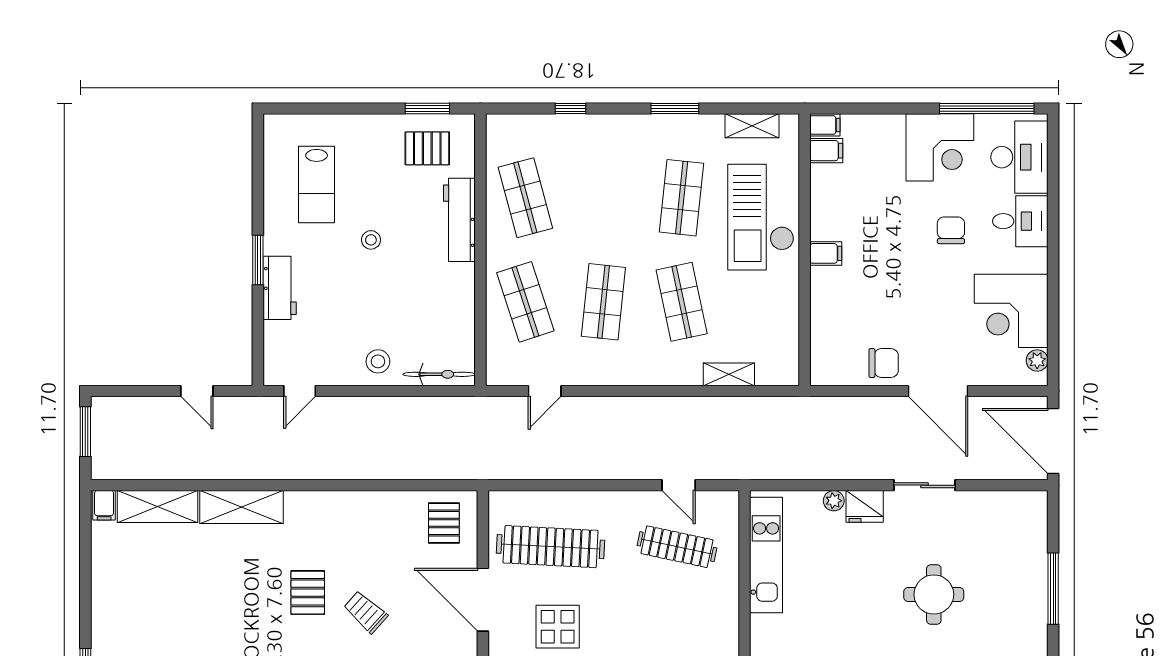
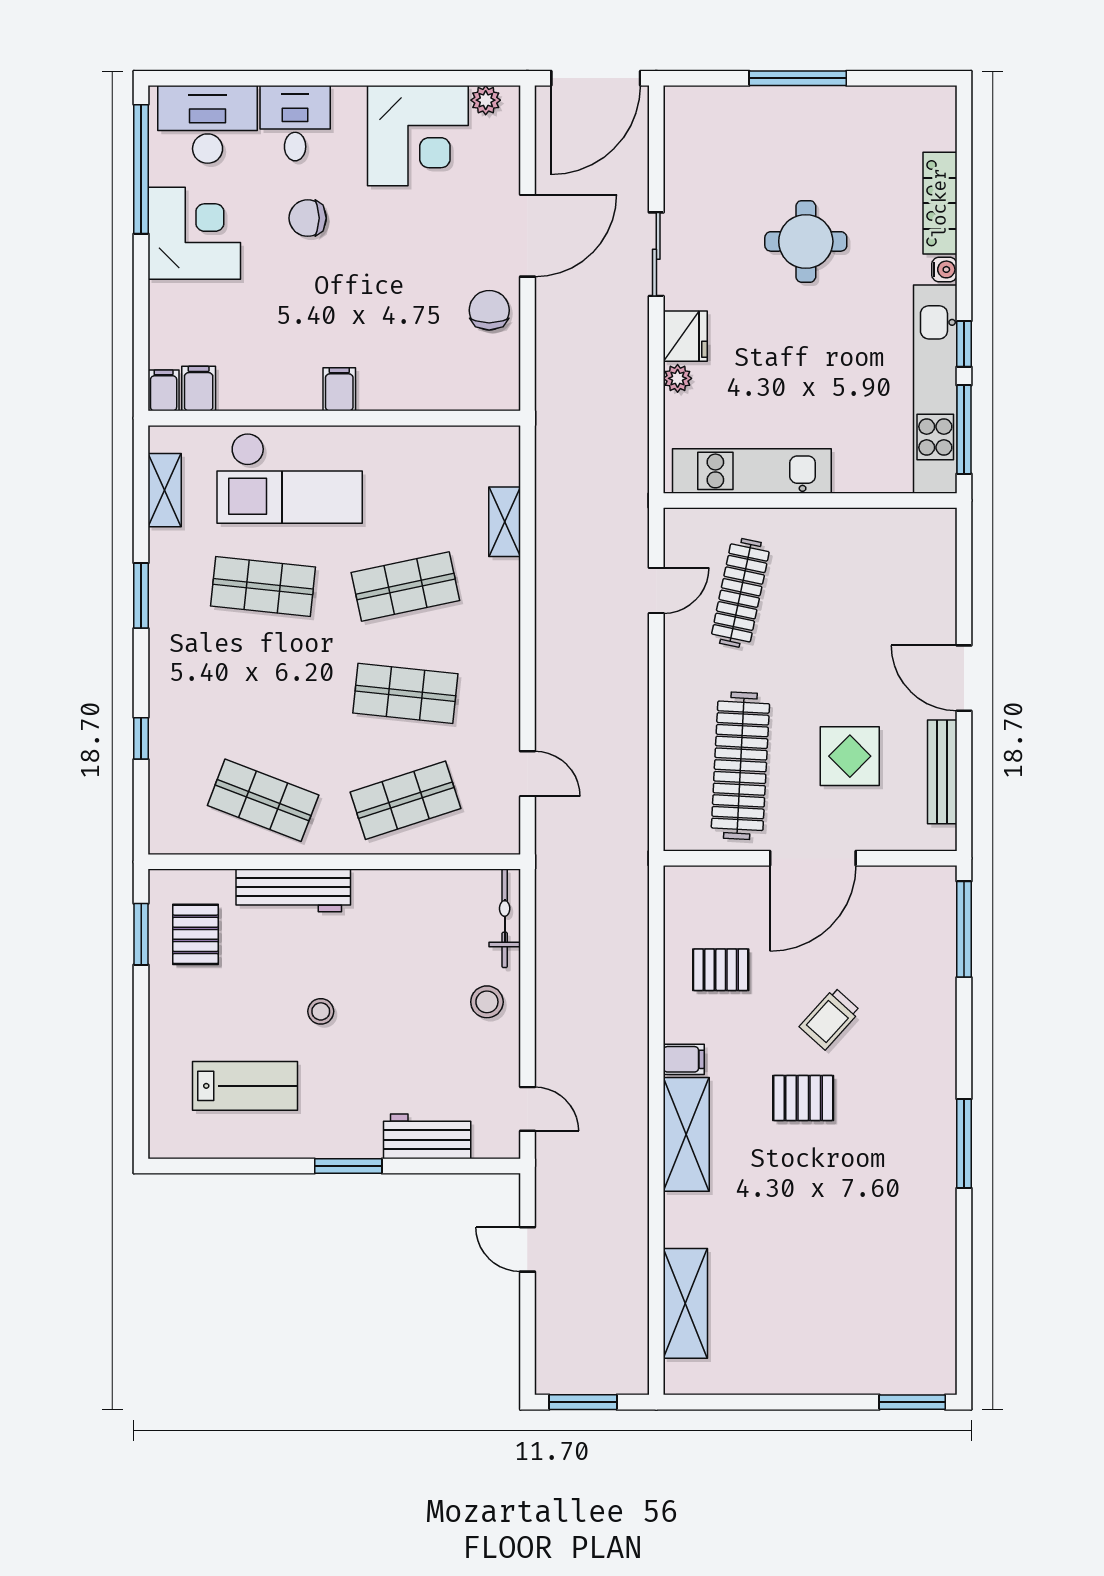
shop shelf: (525, 198) -> (263, 800), turned 36
workbench: (280, 288) -> (427, 1136), moved
door: (197, 391) -> (527, 1249), swing flipped
filing cabinet: (104, 505) -> (684, 1059), moved
shelving: (241, 507) -> (686, 1134), moved
pallet: (444, 523) -> (721, 970), moved

